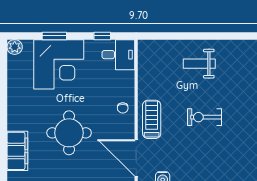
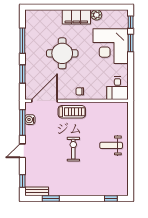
window: (102, 36) -> (131, 22), moved
plant: (15, 47) -> (96, 15), moved
weight bench: (199, 64) -> (111, 145), turned -90
filing cabinet: (17, 151) -> (76, 17), moved

